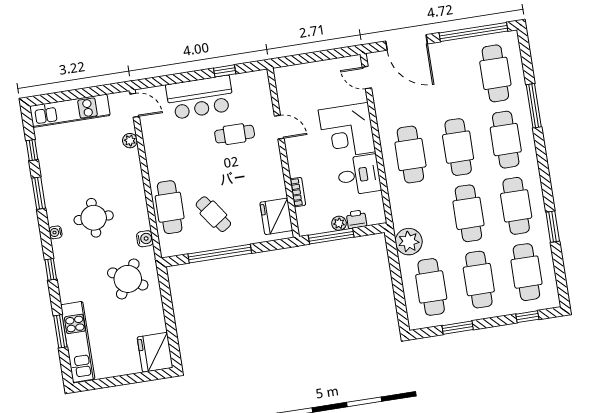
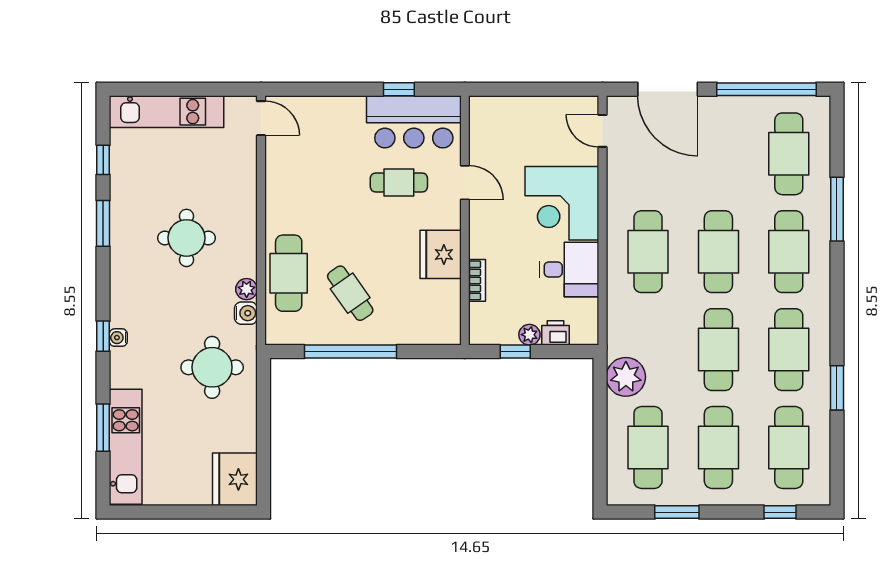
bar counter: (200, 97) -> (414, 122), moved
plant: (130, 141) -> (247, 289), moved
fridge: (276, 216) -> (441, 254), moved
round table: (94, 218) -> (187, 238), moved
water cooler: (55, 232) -> (118, 338), moved
window: (331, 236) -> (515, 352), width x0.46
round table: (128, 279) -> (212, 367), turned -31

